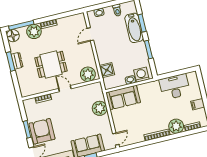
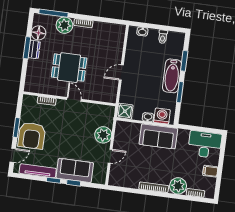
bathtub: (134, 28) -> (172, 76), moved
door: (90, 34) -> (121, 73), moved
floor lamp: (13, 36) -> (38, 33), moved
shower: (107, 70) -> (125, 111), moved
plant: (88, 74) -> (105, 93), removed
desk: (175, 87) -> (205, 145), moved
sofa: (123, 97) -> (158, 136), moved
armchair: (42, 131) -> (32, 136), turned 180
door: (116, 139) -> (110, 156), moved

